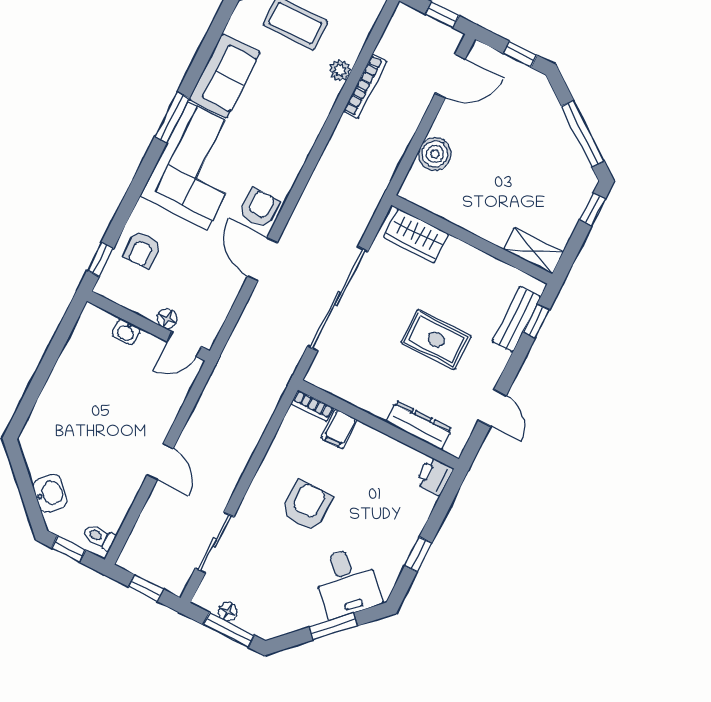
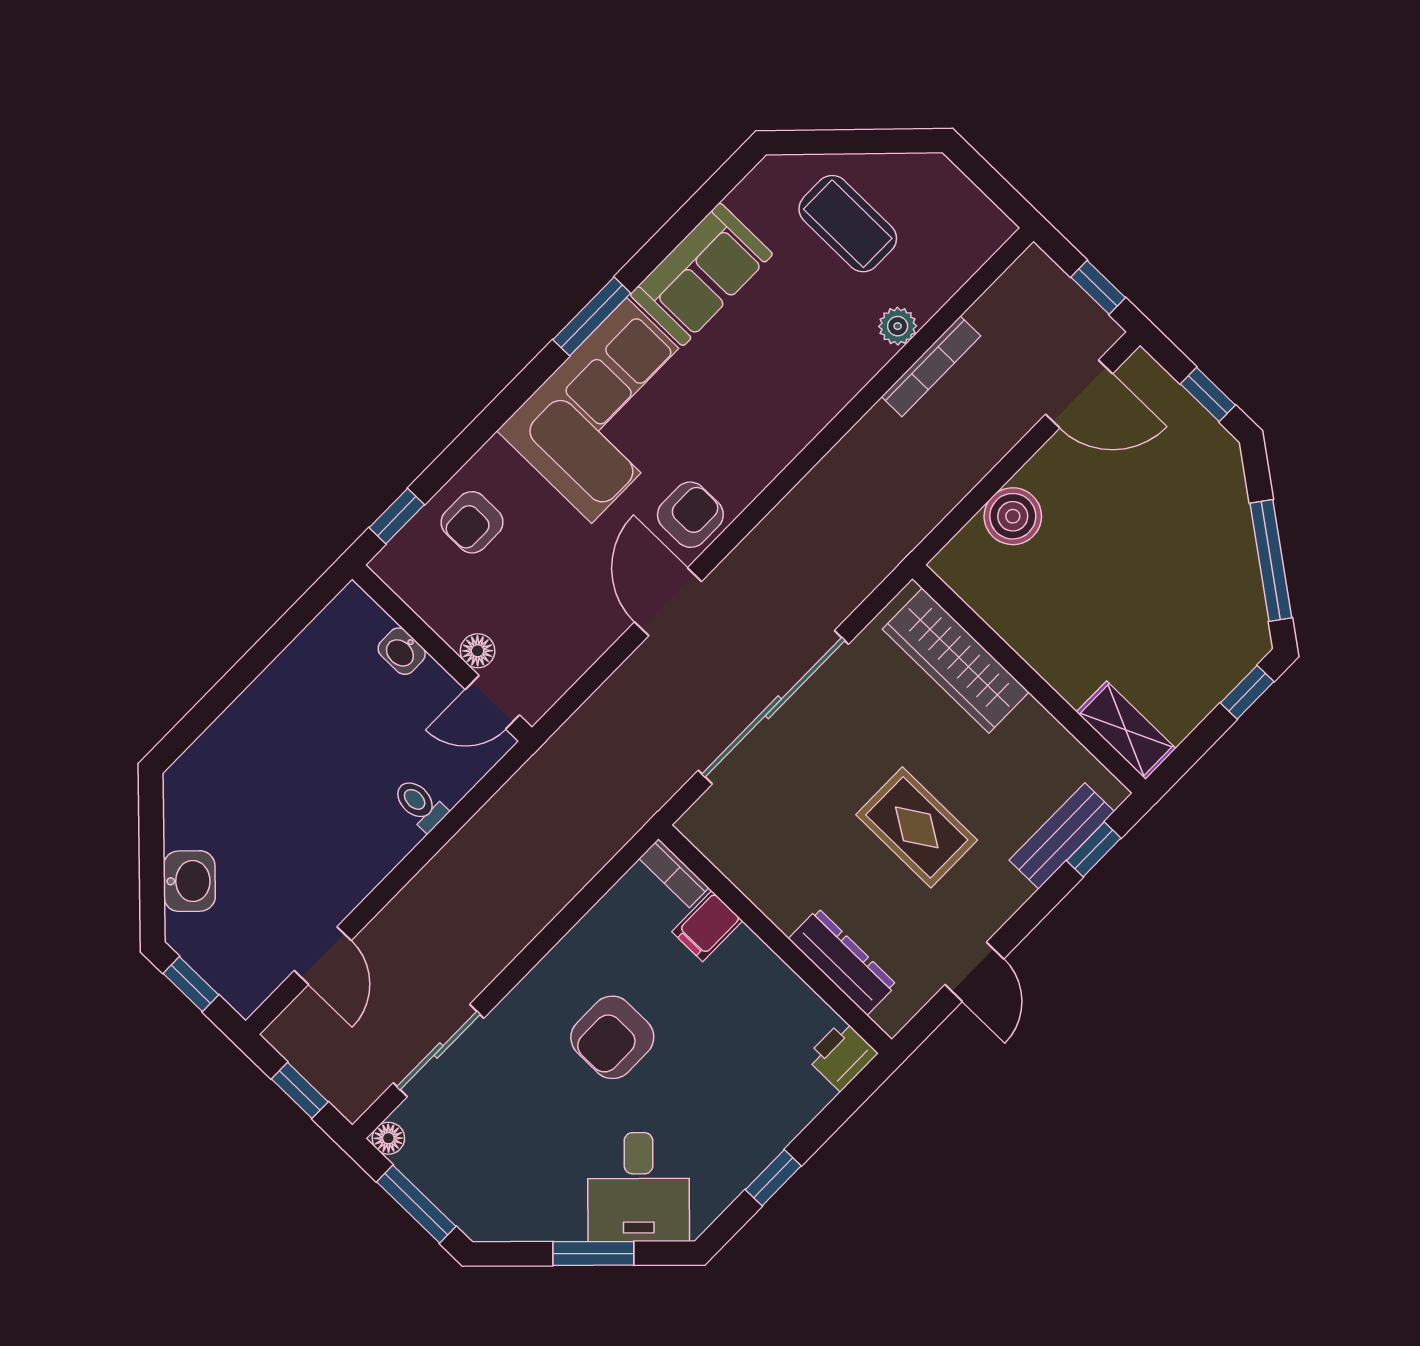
wardrobe: (416, 236) -> (956, 661), width x1.50
door: (160, 462) -> (323, 956), moved
armchair: (307, 506) -> (612, 1037), turned 180
toilet: (99, 537) -> (420, 805), moved
floor lamp: (228, 612) -> (388, 1138), moved

